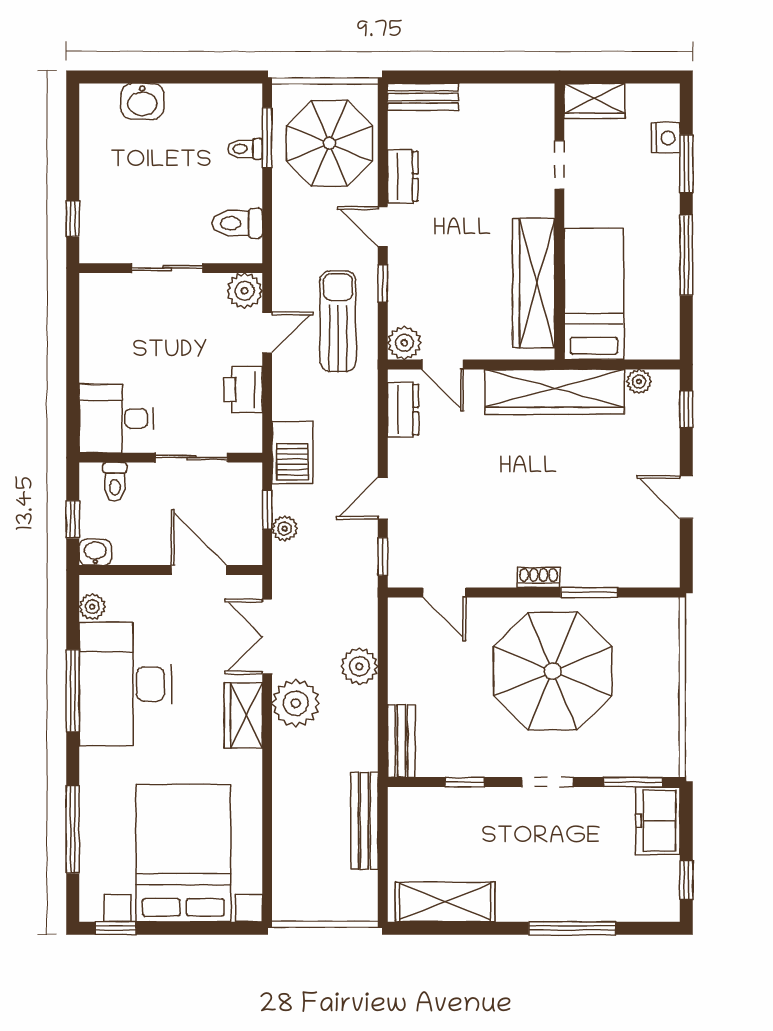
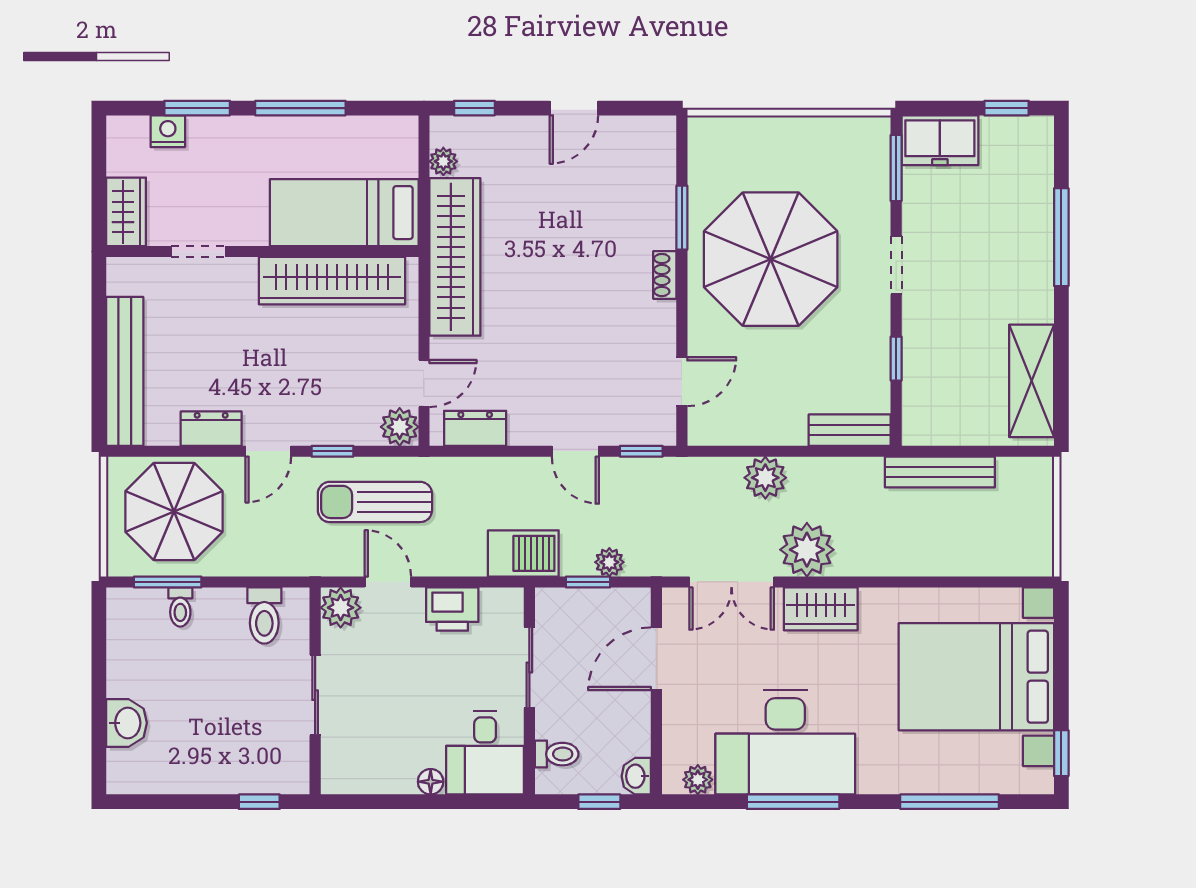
bench: (423, 97) -> (125, 371), width x1.86, depth x1.21
floor lamp: (90, 370) -> (431, 782), added

